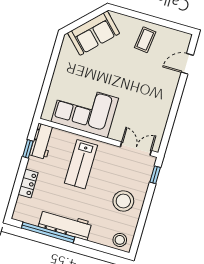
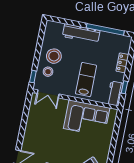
workbench: (65, 224) -> (81, 34), moved
stool: (120, 240) -> (48, 72), moved

